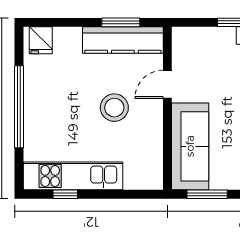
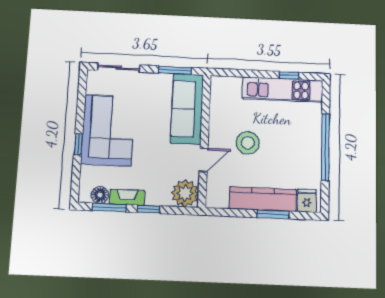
window: (121, 22) -> (273, 214), moved
kitchen counter: (123, 40) -> (263, 199), moved
plant: (188, 43) -> (185, 193), added

